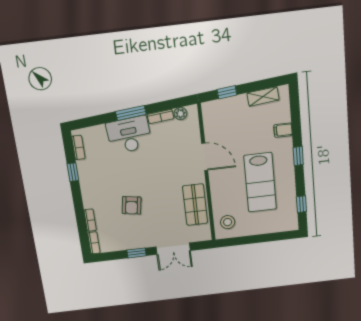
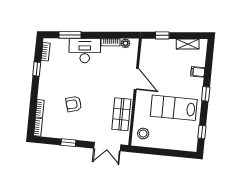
window: (131, 113) -> (70, 35), moved
lab bench: (260, 182) -> (174, 108), turned 90
armchair: (132, 205) -> (74, 104), turned 65
double door: (173, 249) -> (107, 147), moved

